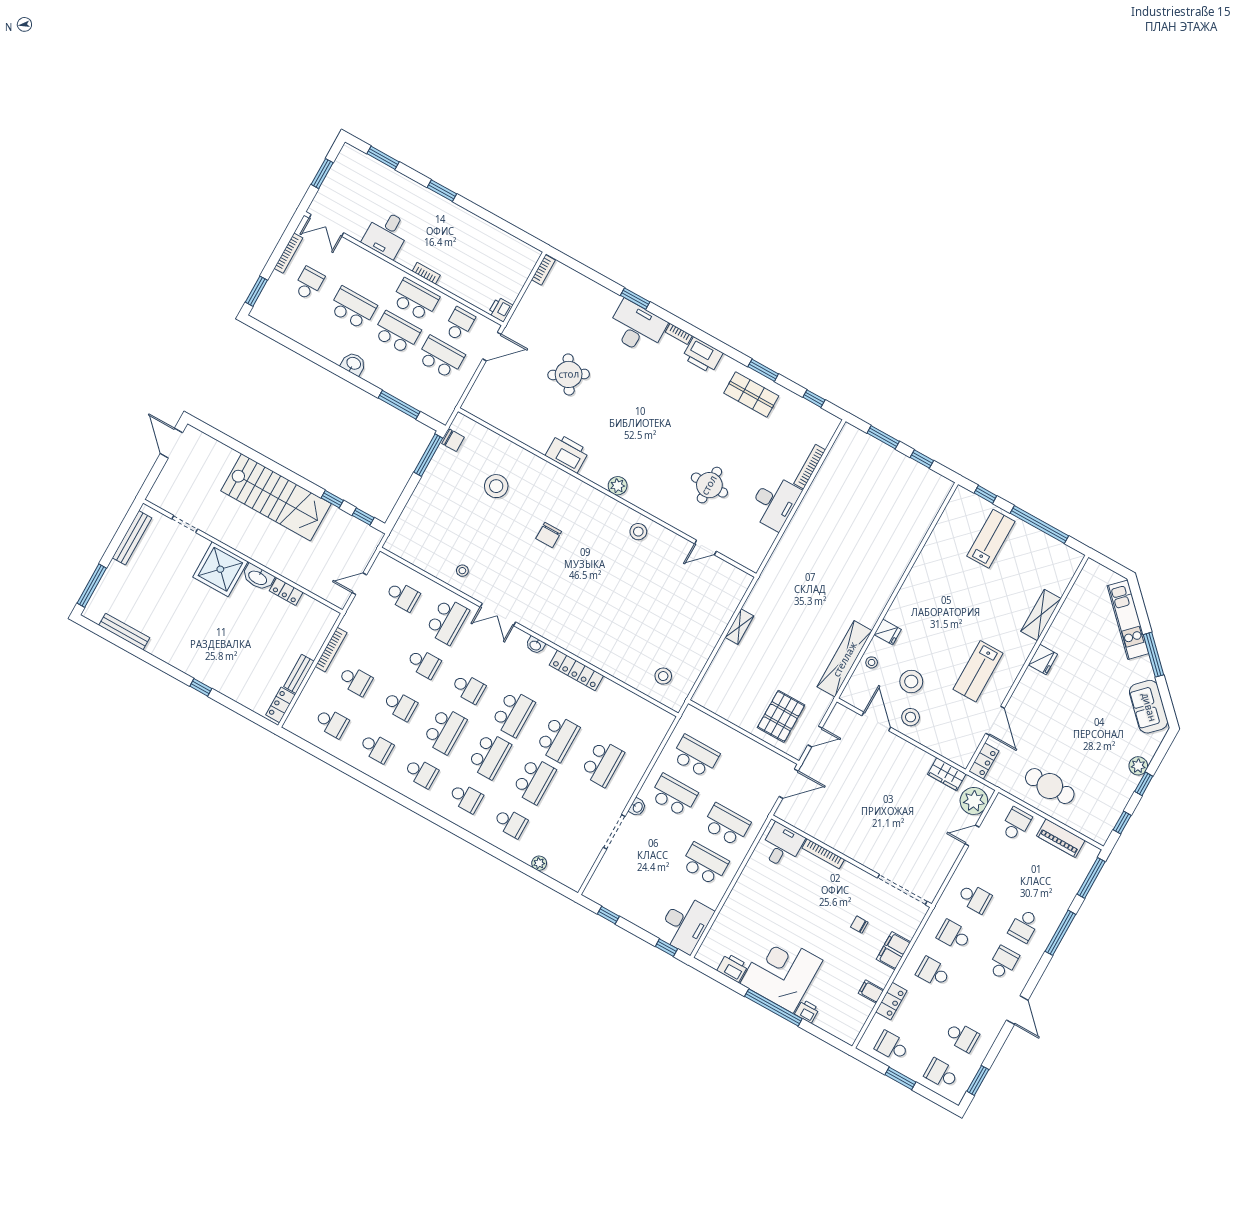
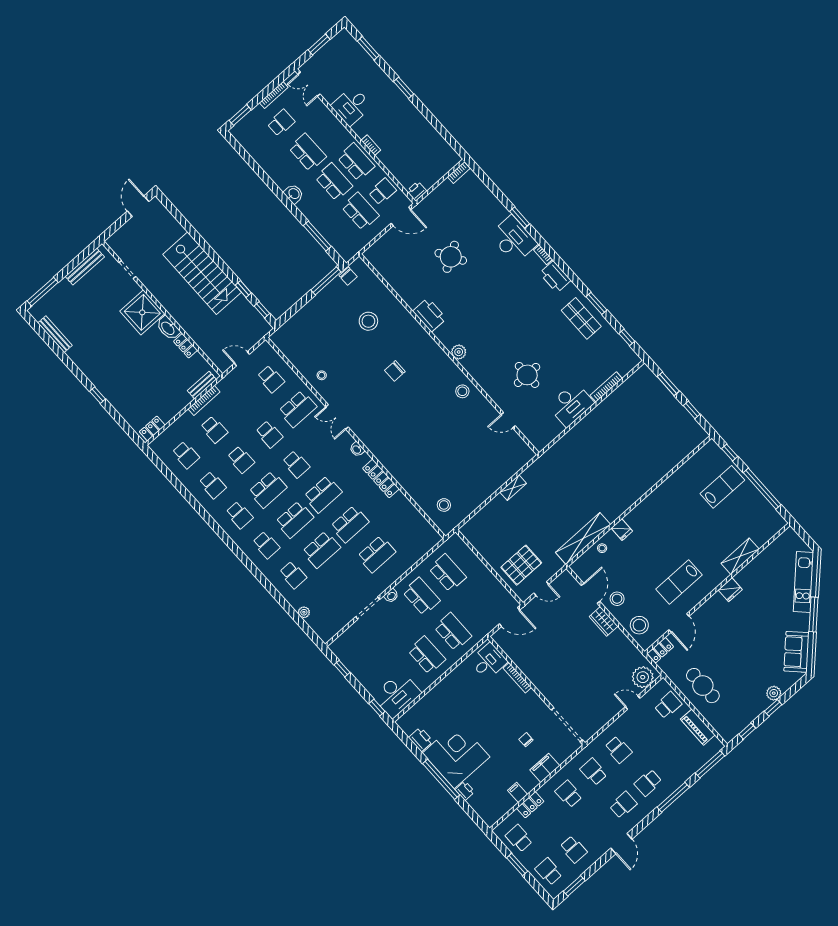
bench: (299, 674) -> (202, 385), moved
stool: (911, 681) -> (639, 625), moved
wardrobe: (947, 774) -> (604, 621), moved

